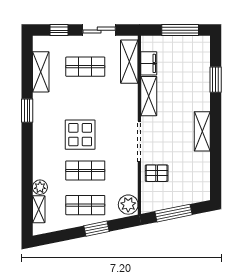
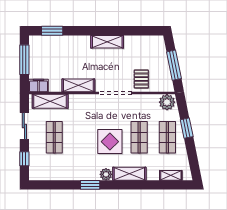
filing cabinet: (149, 63) -> (39, 85), moved
shelving: (41, 72) -> (129, 174), moved
window: (216, 80) -> (52, 31), moved
plant: (40, 187) -> (106, 174), moved

